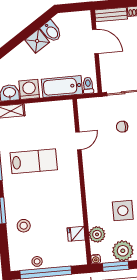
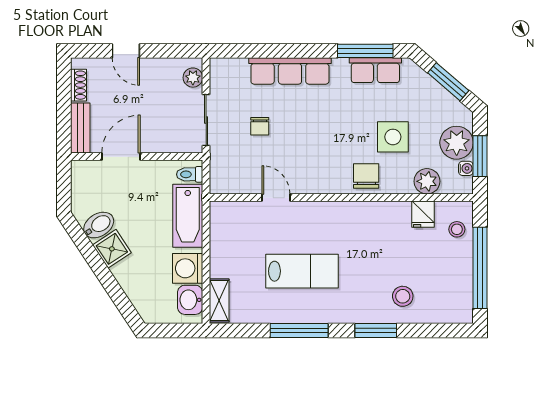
lab bench: (34, 161) -> (302, 271), turned 90
chair: (97, 196) -> (366, 176), added
water cooler: (96, 259) -> (466, 168), moved
stool: (37, 261) -> (457, 229), moved

